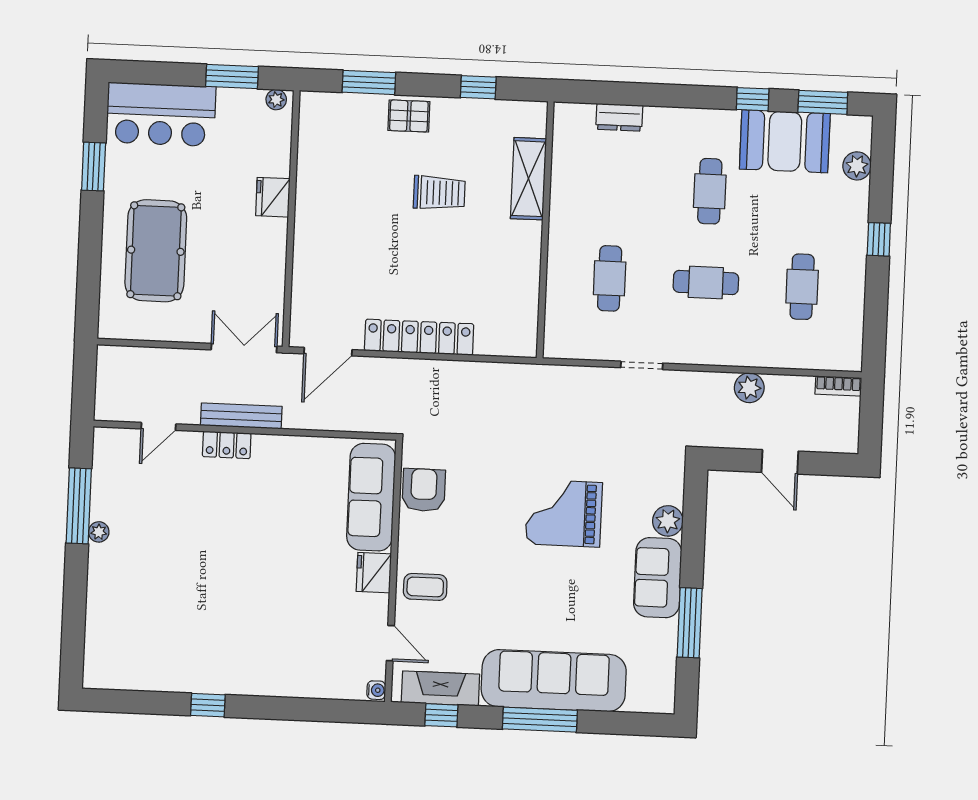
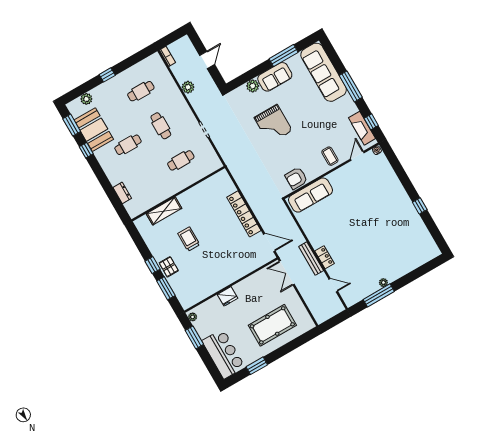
window: (478, 87) -> (153, 265), moved
fridge: (374, 573) -> (336, 177), removed
sofa: (554, 681) -> (324, 72), moved

